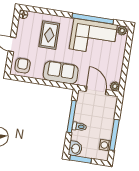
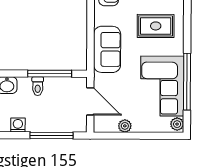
plant: (115, 86) -> (125, 126), moved
door: (96, 90) -> (90, 101), hinge flipped
window: (114, 135) -> (52, 135), moved

